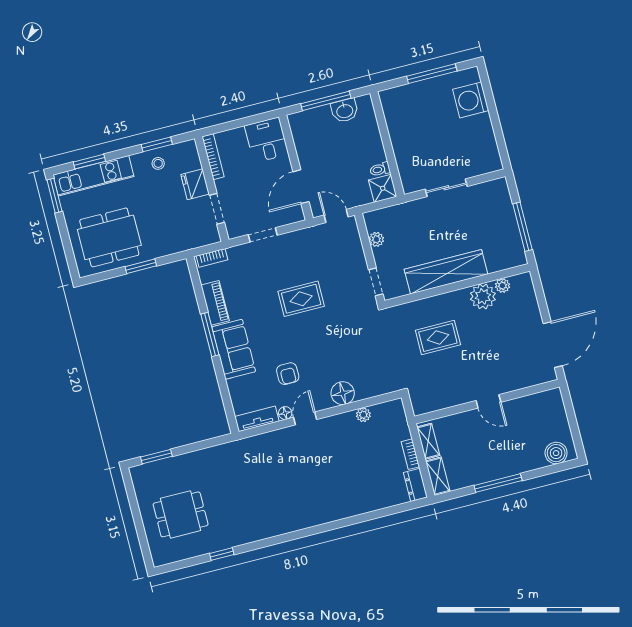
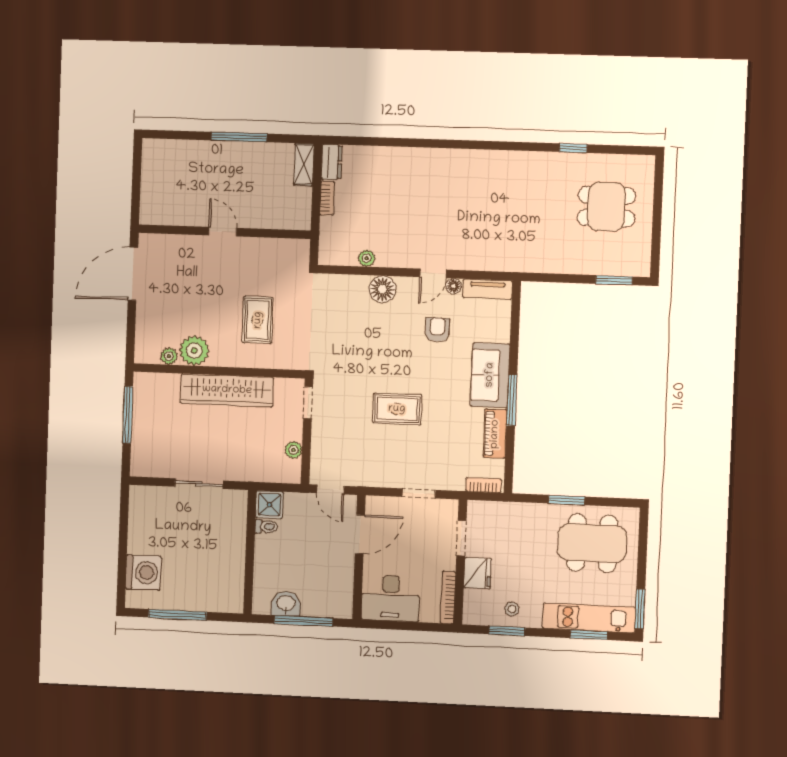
desk: (267, 140) -> (390, 598), width x1.37
rug: (438, 337) -> (258, 320), turned 90
shelving: (428, 441) -> (303, 207), removed
boiler: (556, 453) -> (165, 152), removed

